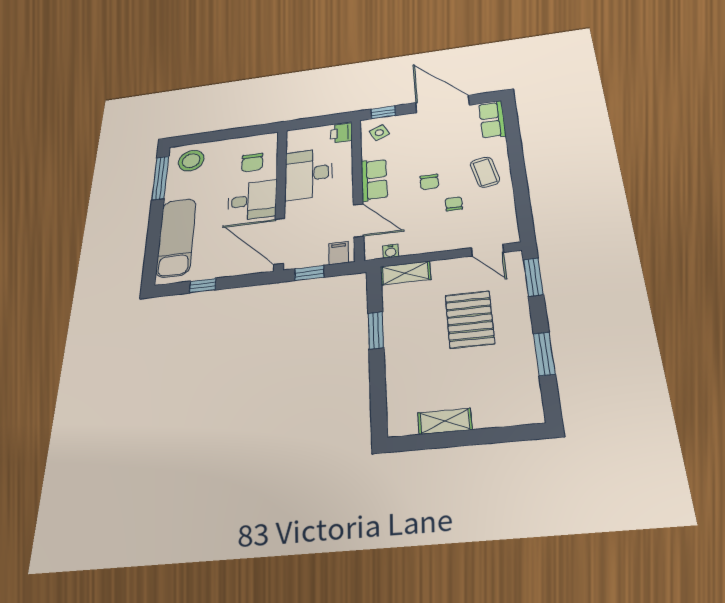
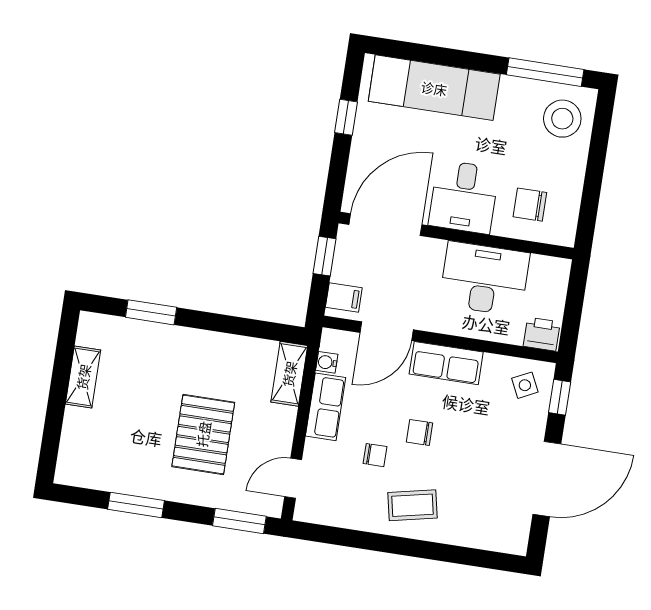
row of seats: (492, 120) -> (326, 407), moved, turned 90
pallet: (470, 319) -> (203, 434), turned 90
window: (376, 330) -> (151, 312), moved

